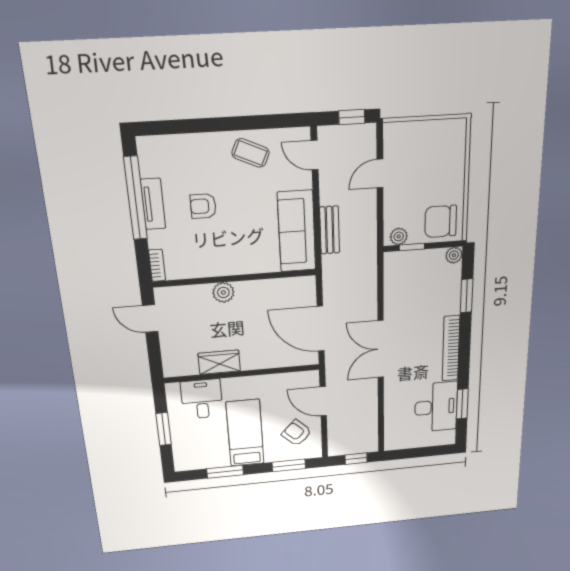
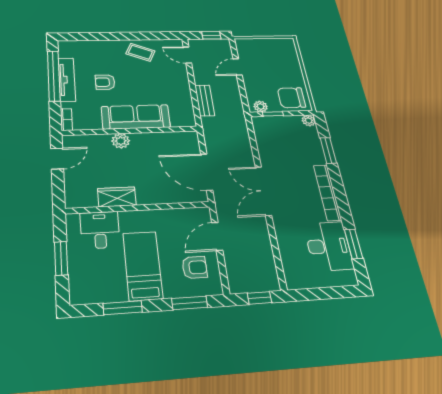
tv unit: (153, 204) -> (67, 80), width x1.41
sofa: (297, 231) -> (136, 117), moved, turned 90
door: (150, 319) -> (57, 159), swing flipped
door: (323, 401) -> (217, 236), hinge flipped
armchair: (297, 433) -> (195, 267), turned 136

